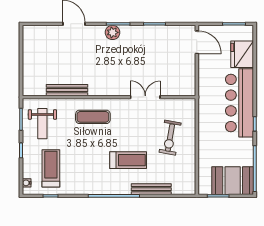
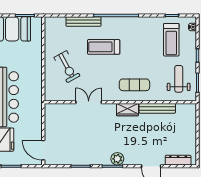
dresser: (43, 31) -> (178, 160), added
wardrobe: (101, 89) -> (127, 110), added
double door: (145, 97) -> (89, 102), swing flipped
exercise bike: (170, 138) -> (67, 67), turned 142

